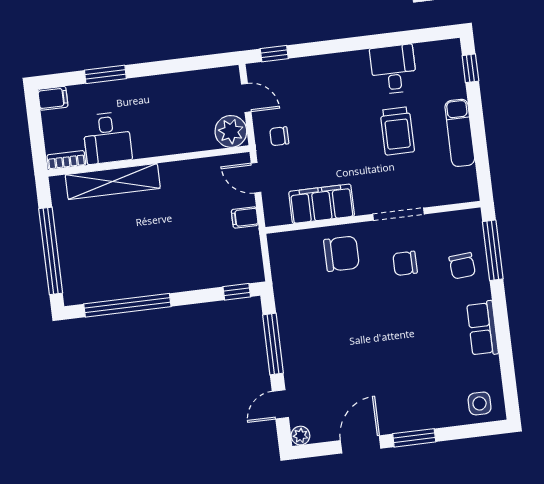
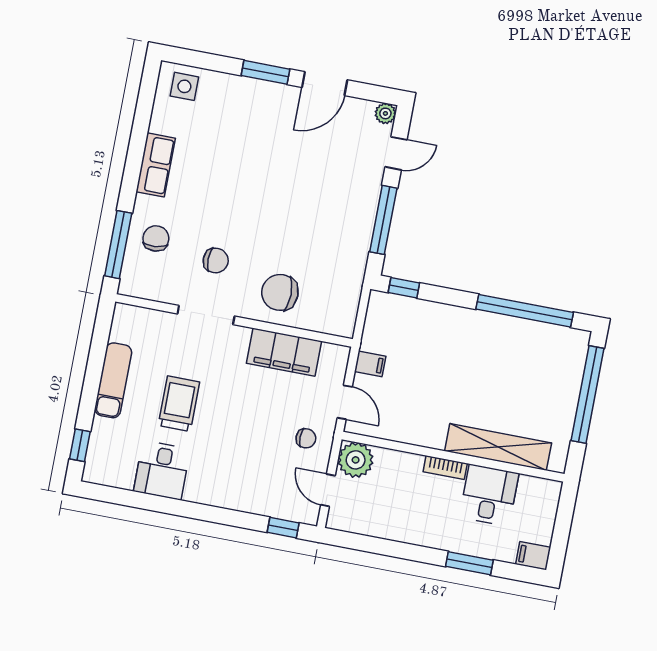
bookcase: (66, 160) -> (445, 467), moved

